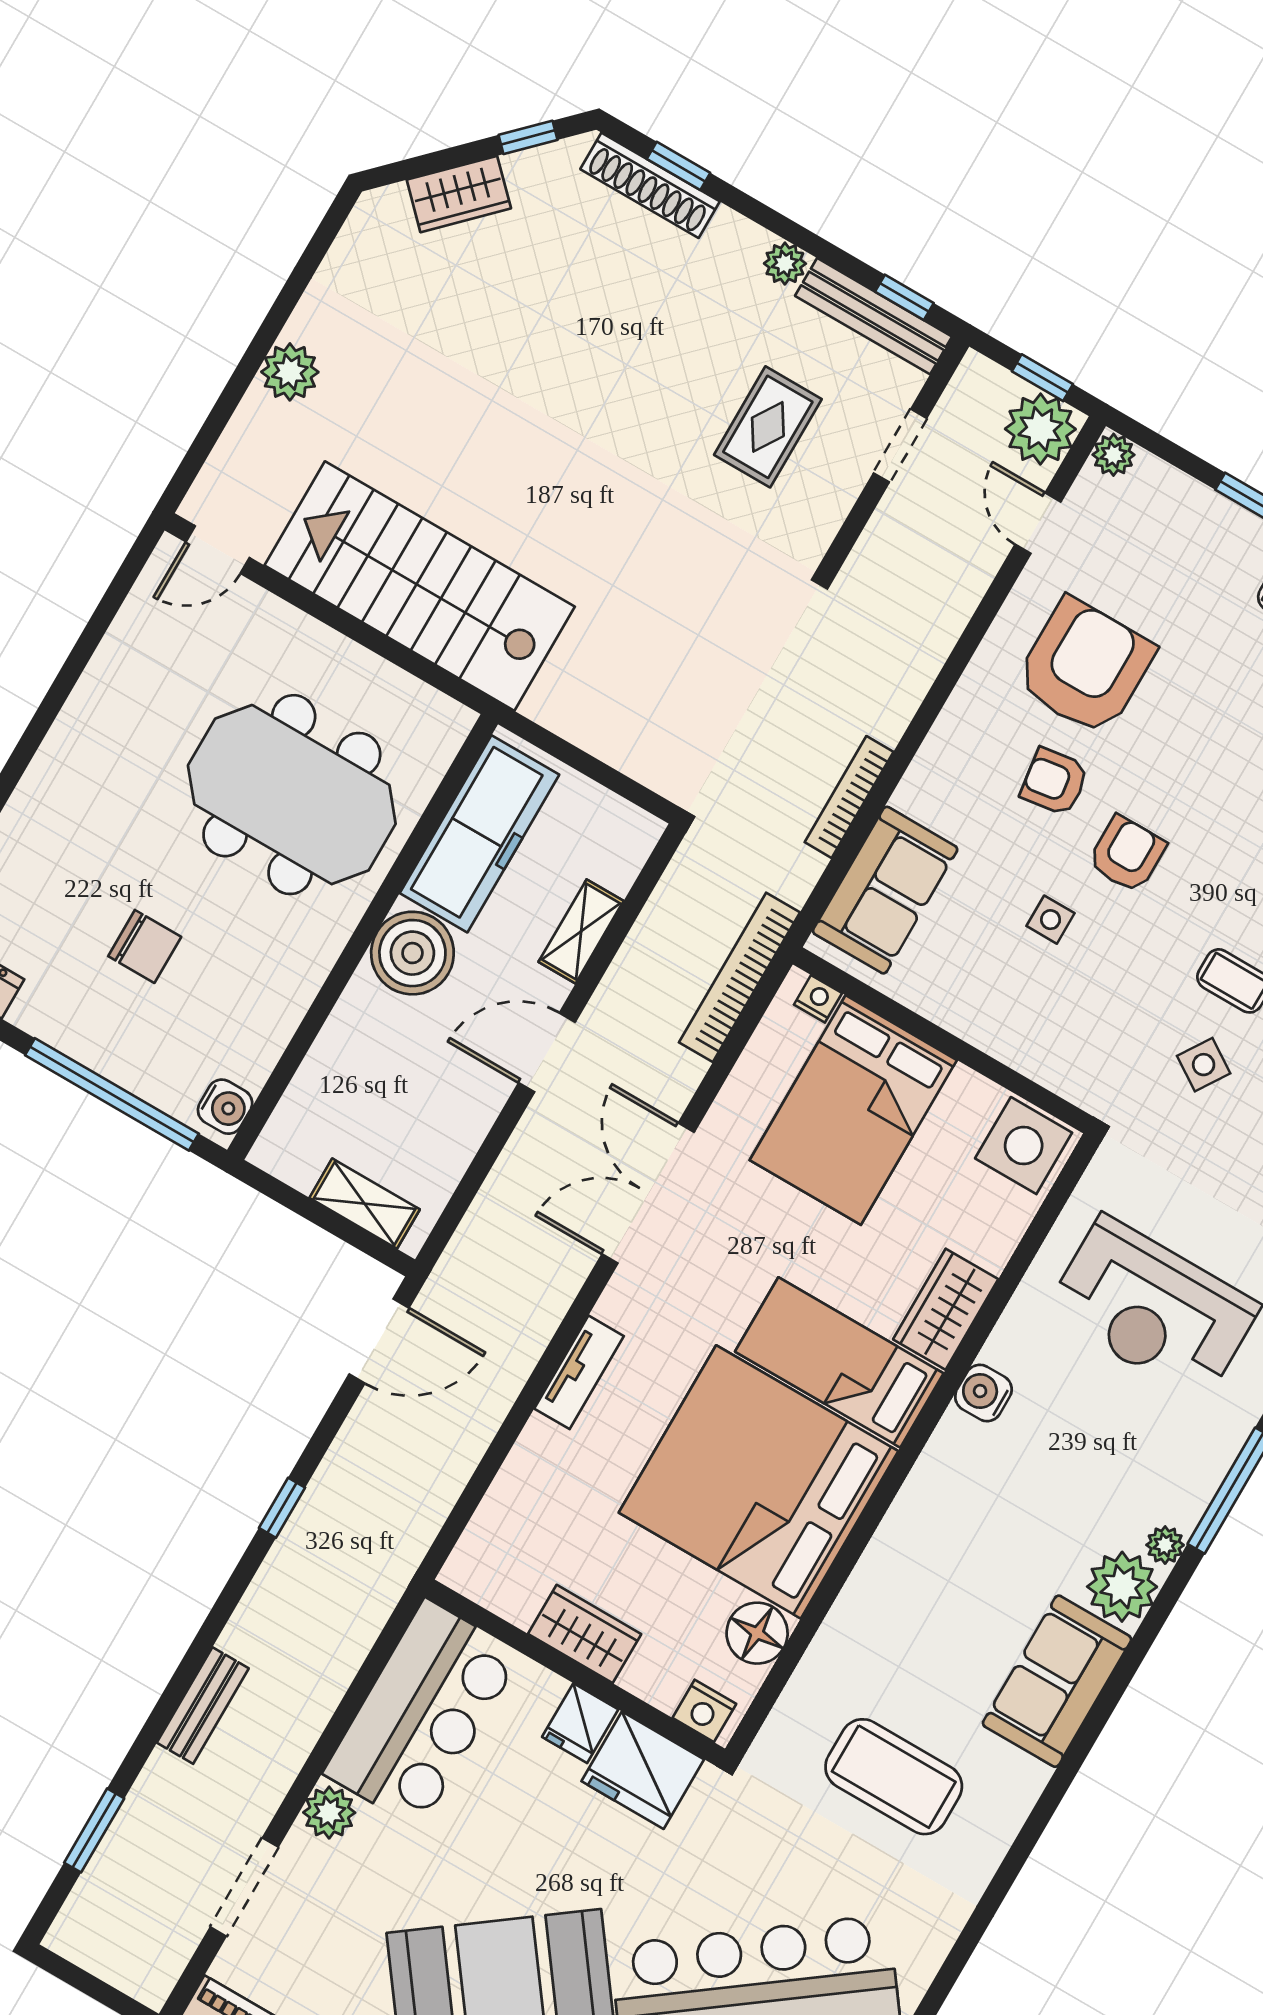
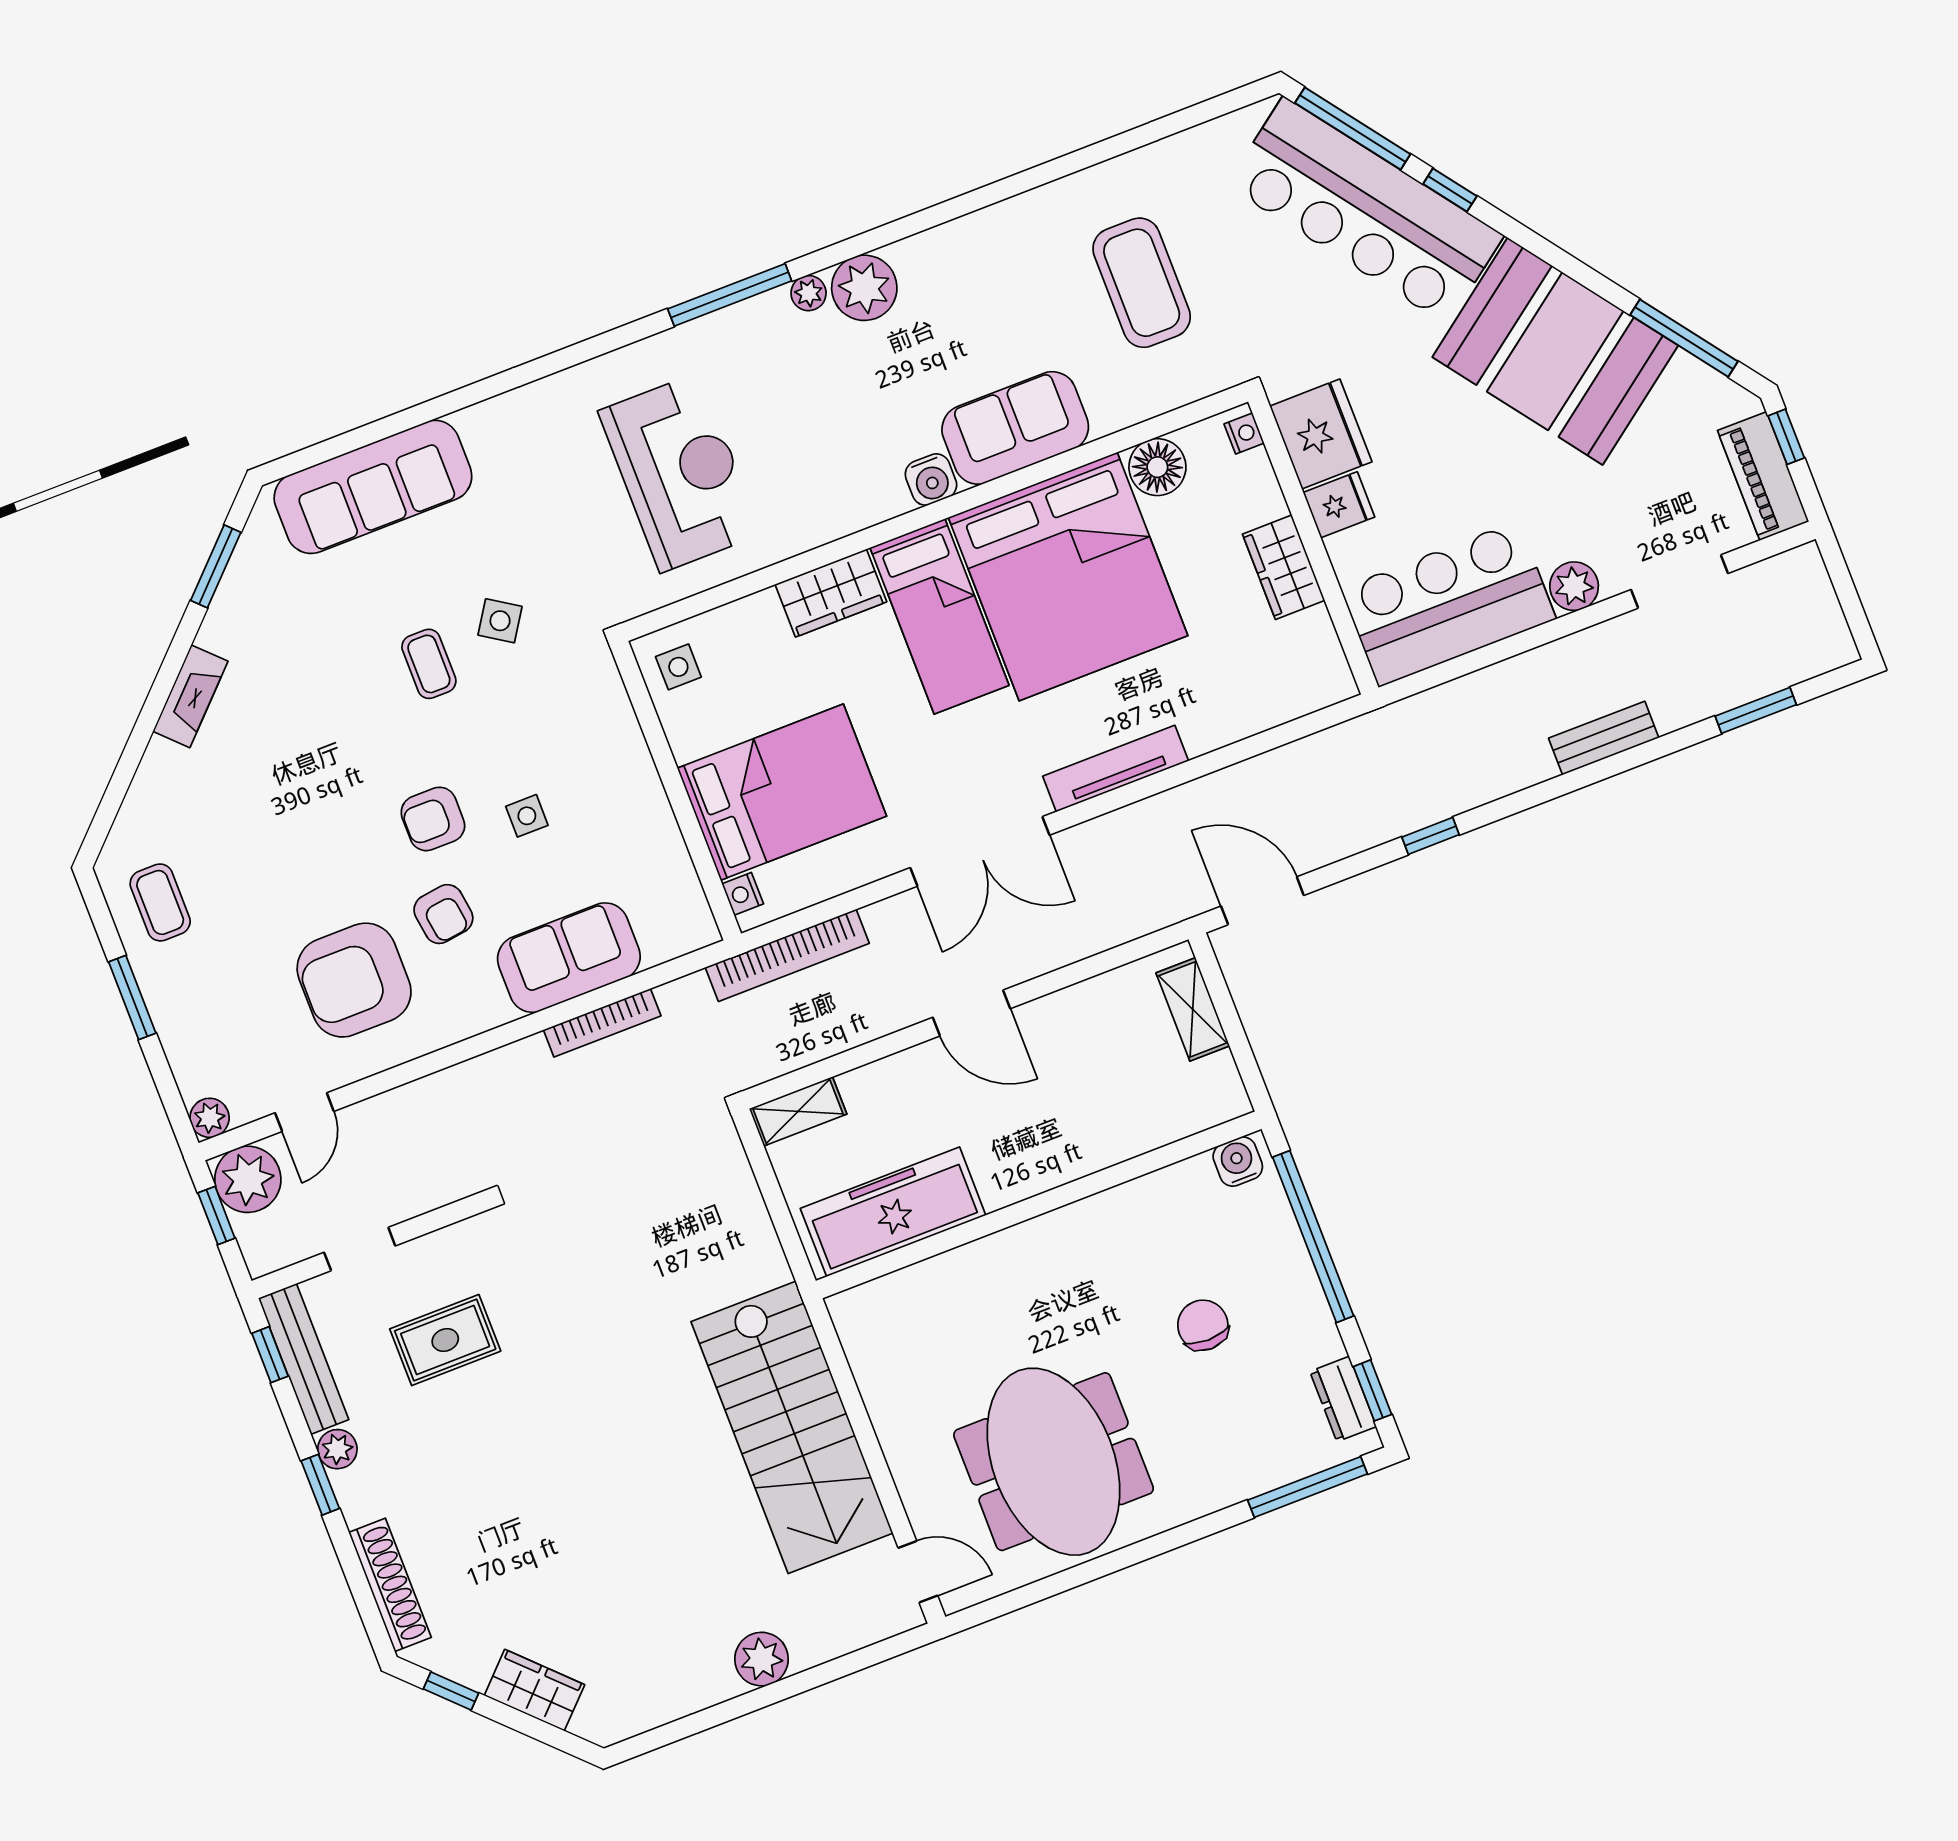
window: (678, 166) -> (320, 1485), moved
meeting table: (292, 795) -> (1054, 1462), moved
sofa: (885, 890) -> (569, 958), moved
shelving: (581, 931) -> (798, 1111), moved
boiler: (412, 953) -> (1011, 1164), removed
side table: (1024, 1146) -> (678, 667), width x0.54, depth x0.54
tv unit: (579, 1372) -> (1116, 769), width x1.41
water cooler: (983, 1393) -> (931, 480), moved
sofa: (1057, 1681) -> (1015, 428), moved, turned 180
nightstand: (704, 1711) -> (1244, 433), width x0.72, depth x0.74

